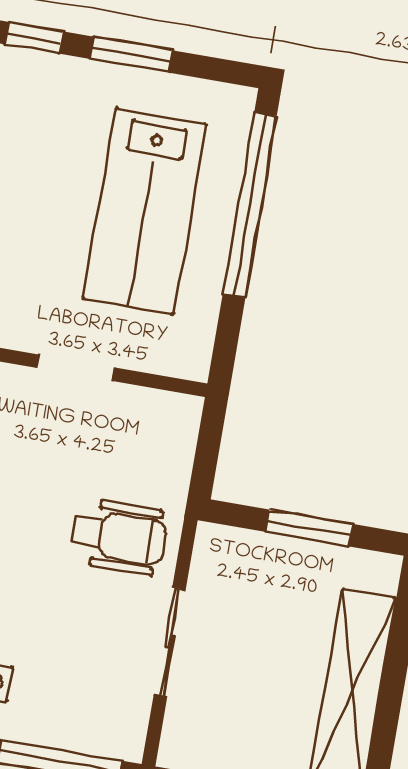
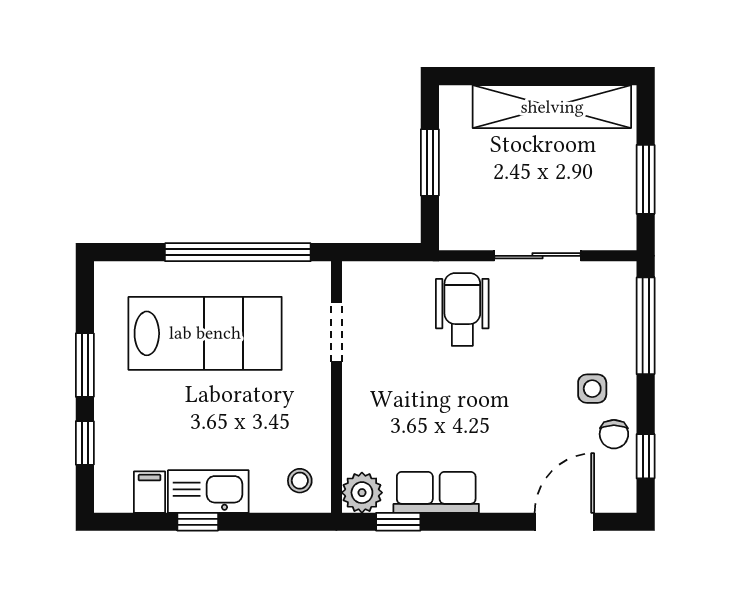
window: (250, 205) -> (238, 252), moved
doorway: (75, 368) -> (336, 332), moved

